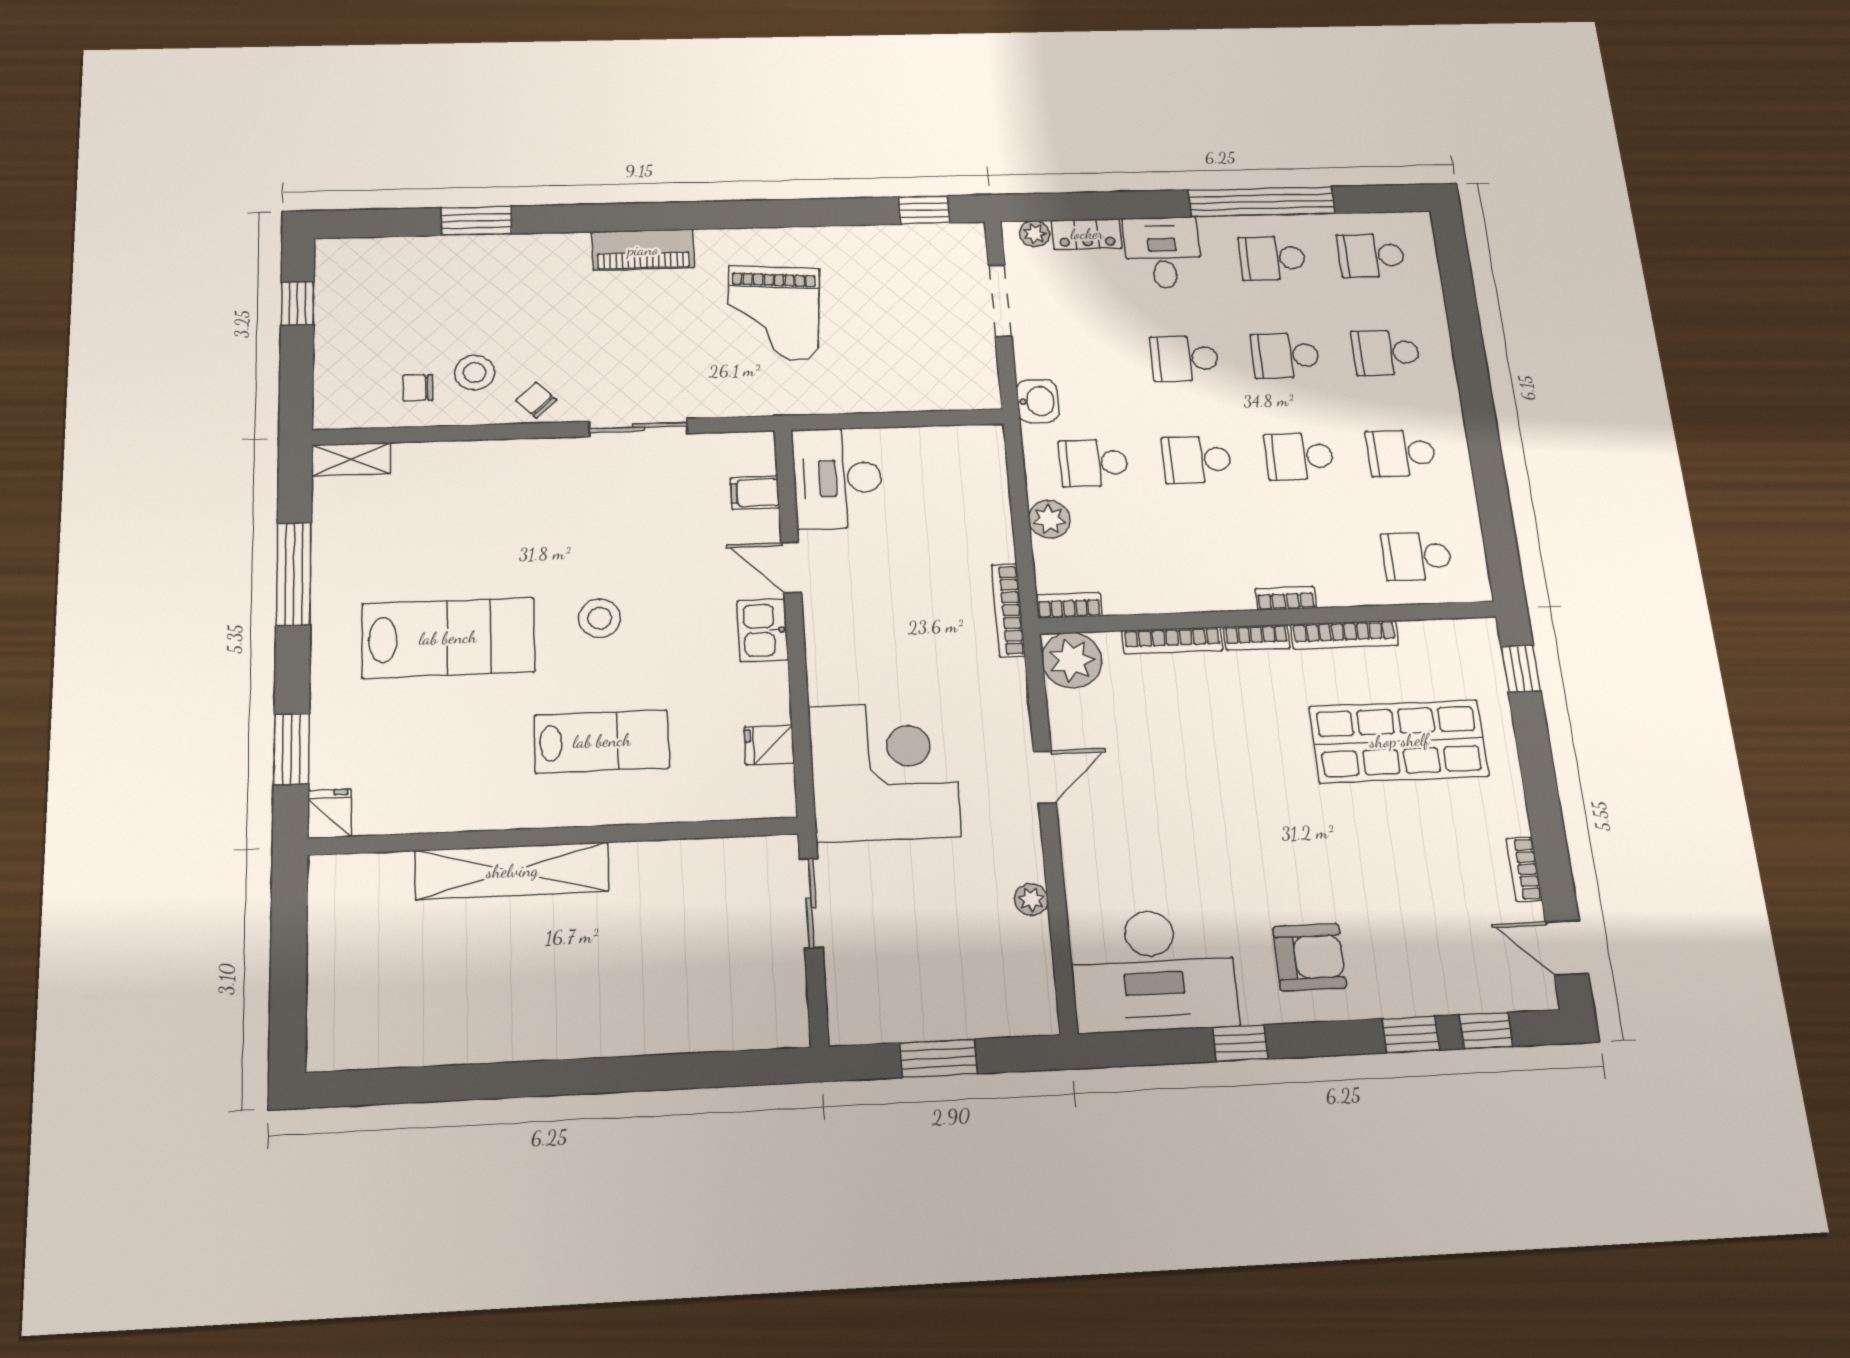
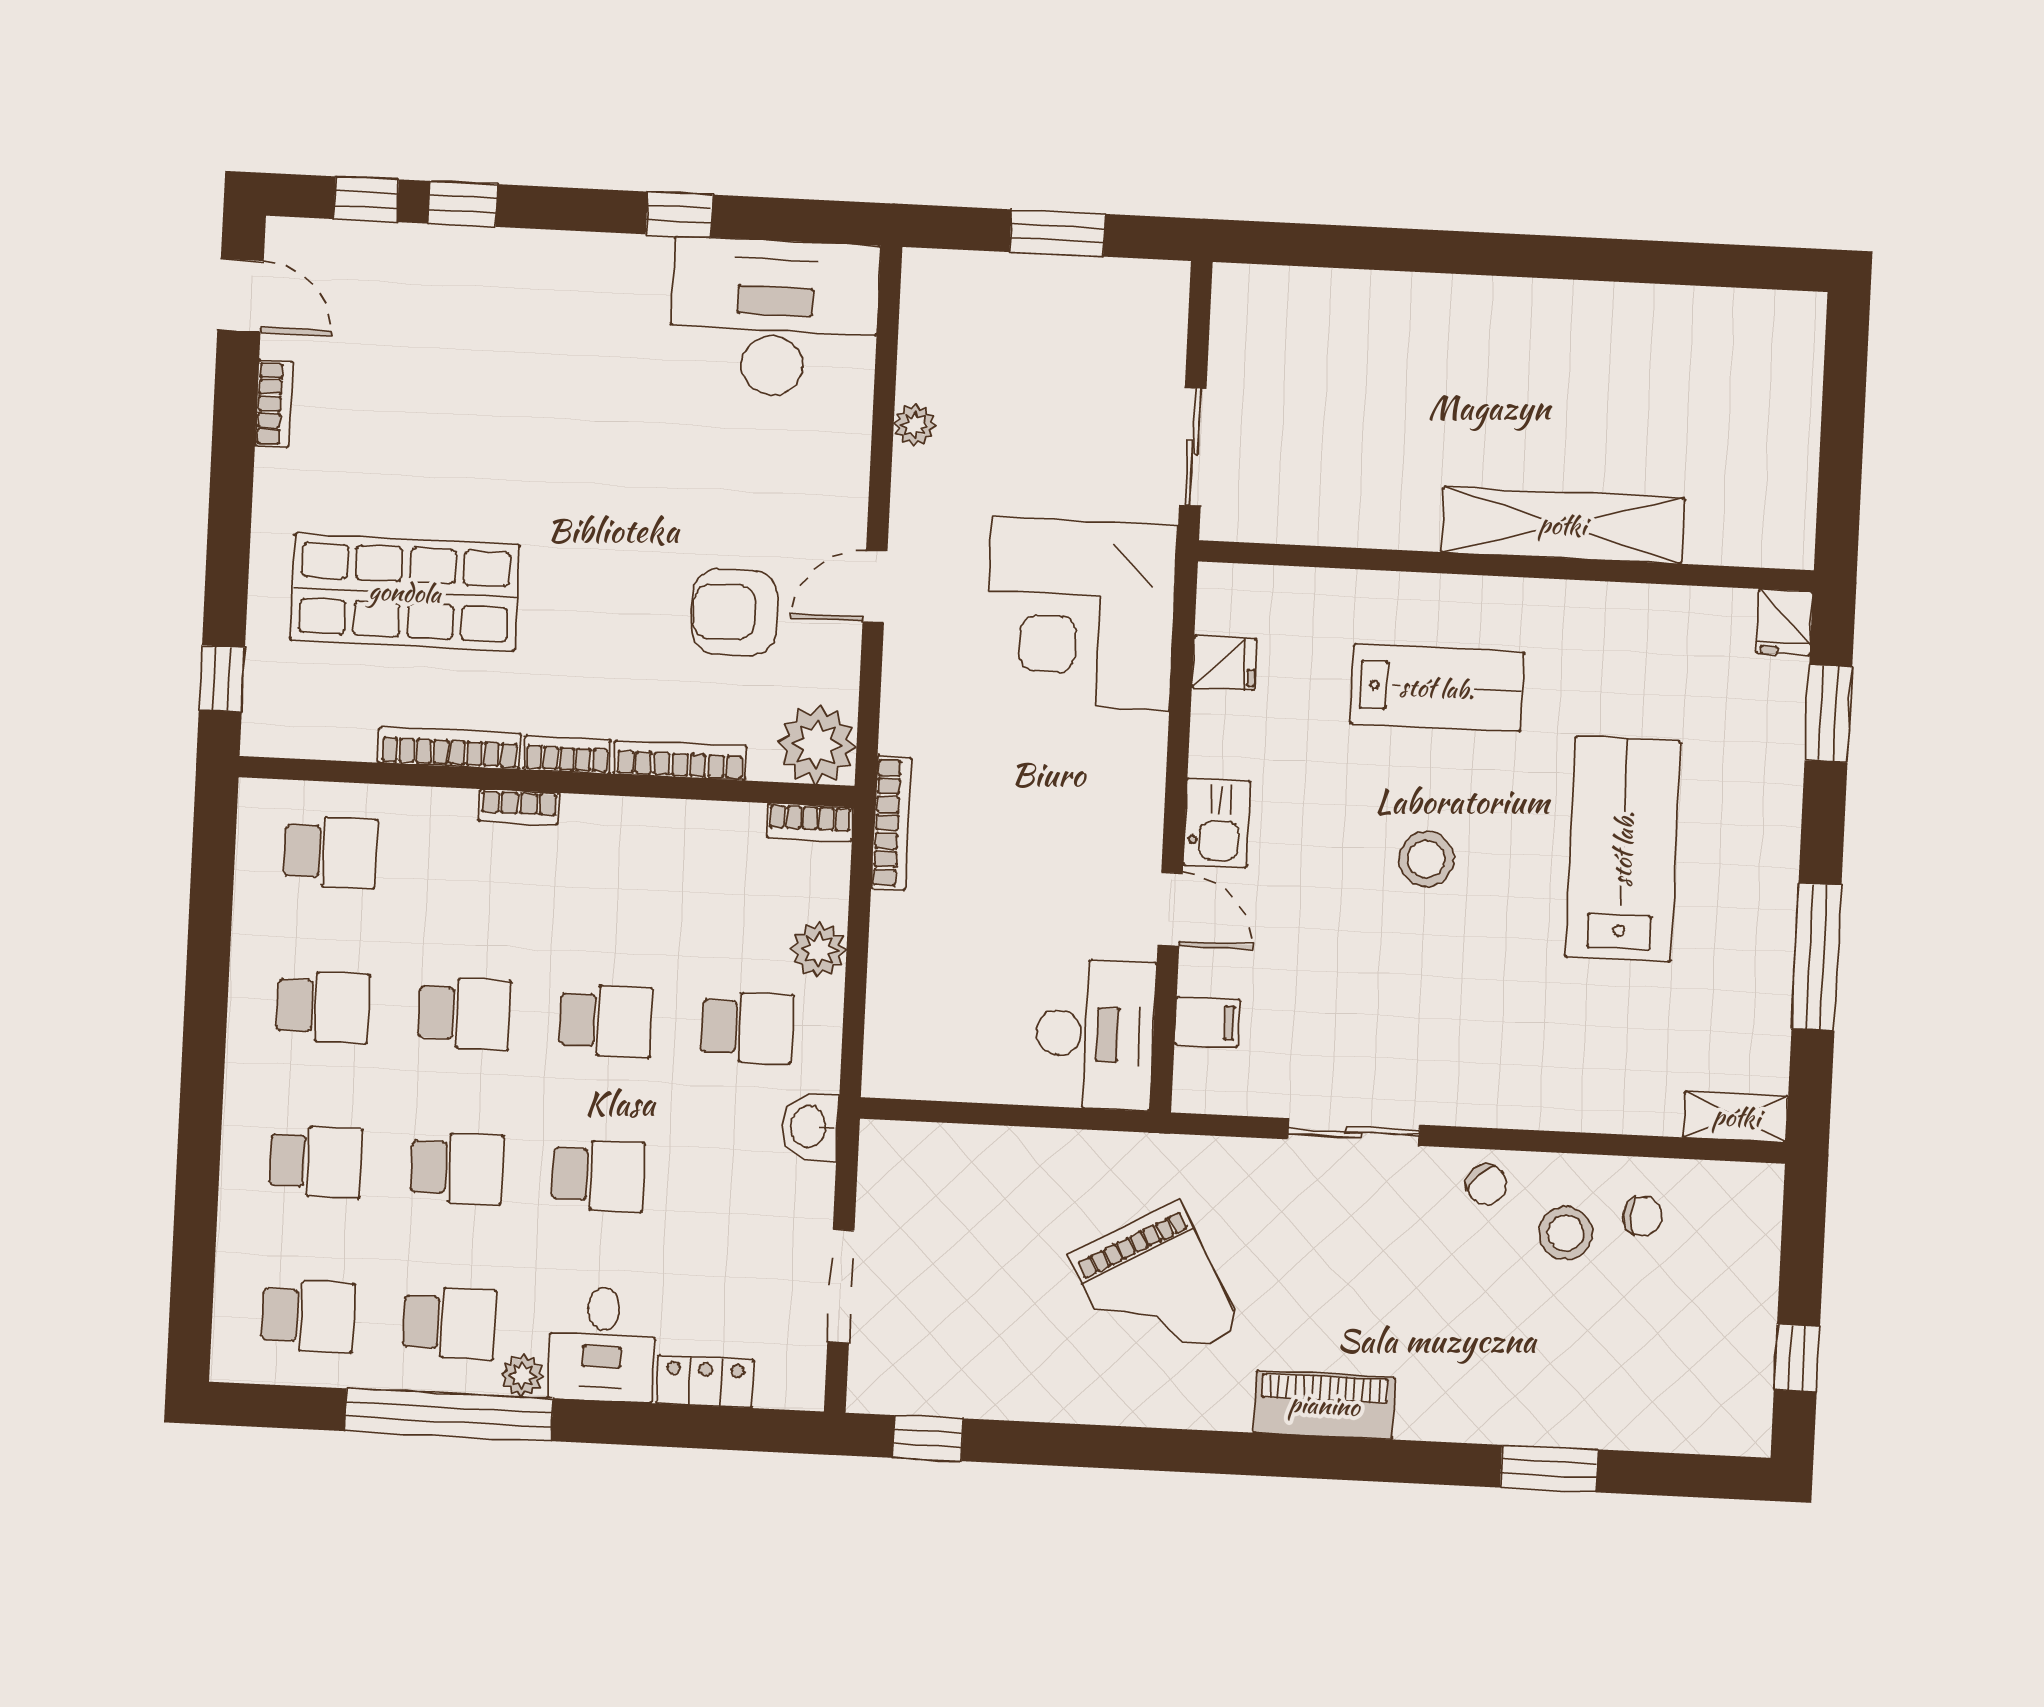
plant: (1035, 234) -> (523, 1376), moved
grand piano: (773, 313) -> (1155, 1292), turned 147
lab bench: (448, 638) -> (1623, 849), turned 90
lab bench: (602, 741) -> (1437, 688), turned 180
armchair: (1310, 957) -> (735, 612), moved

